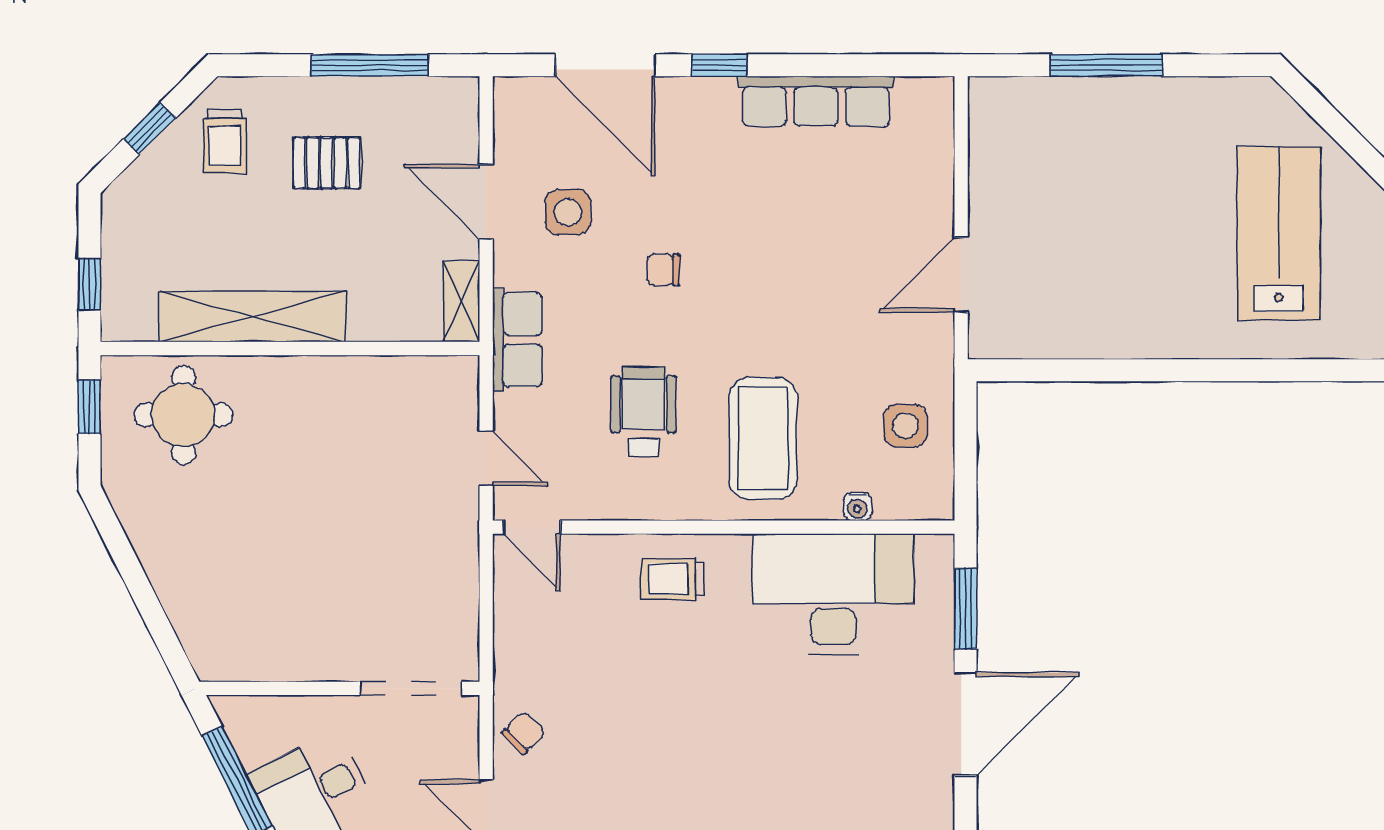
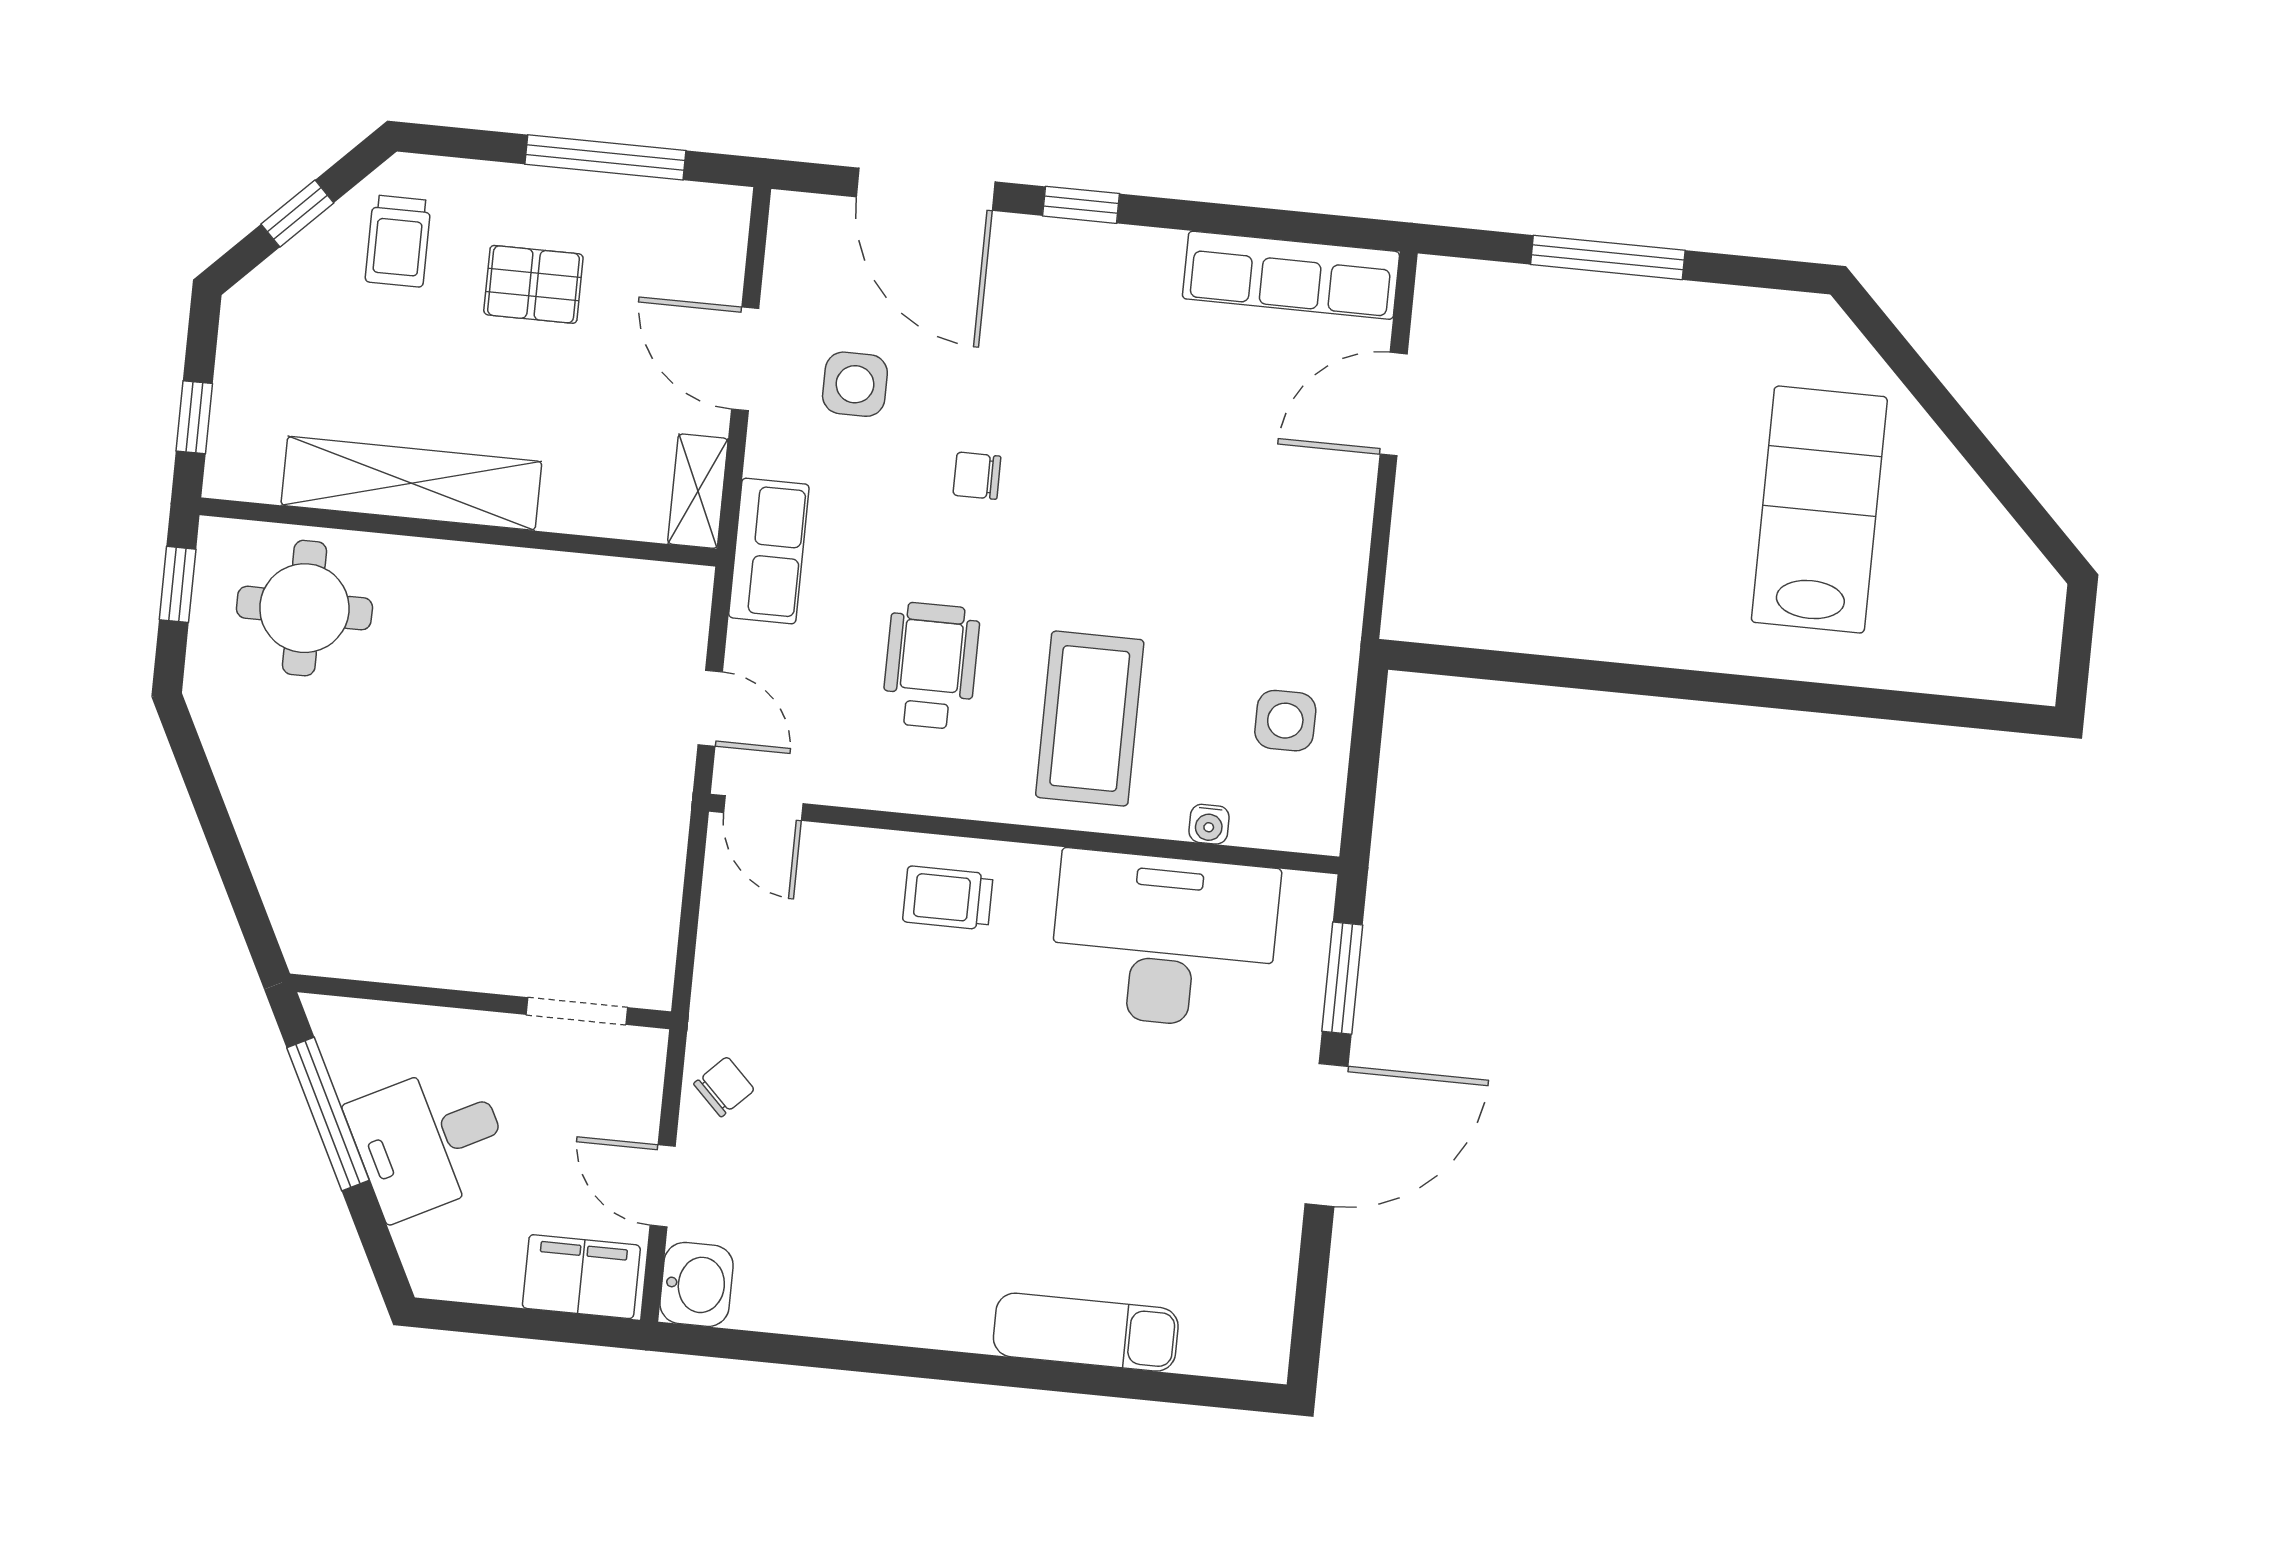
row of seats: (816, 101) -> (1291, 275), moved
door: (961, 275) -> (1394, 404), moved
doorway: (411, 688) -> (577, 1011), width x0.73

